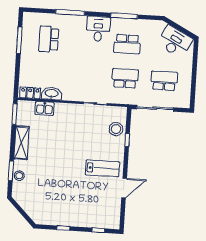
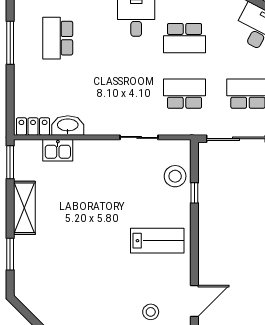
stool: (19, 176) -> (151, 312), moved
door: (124, 188) -> (194, 301), moved

